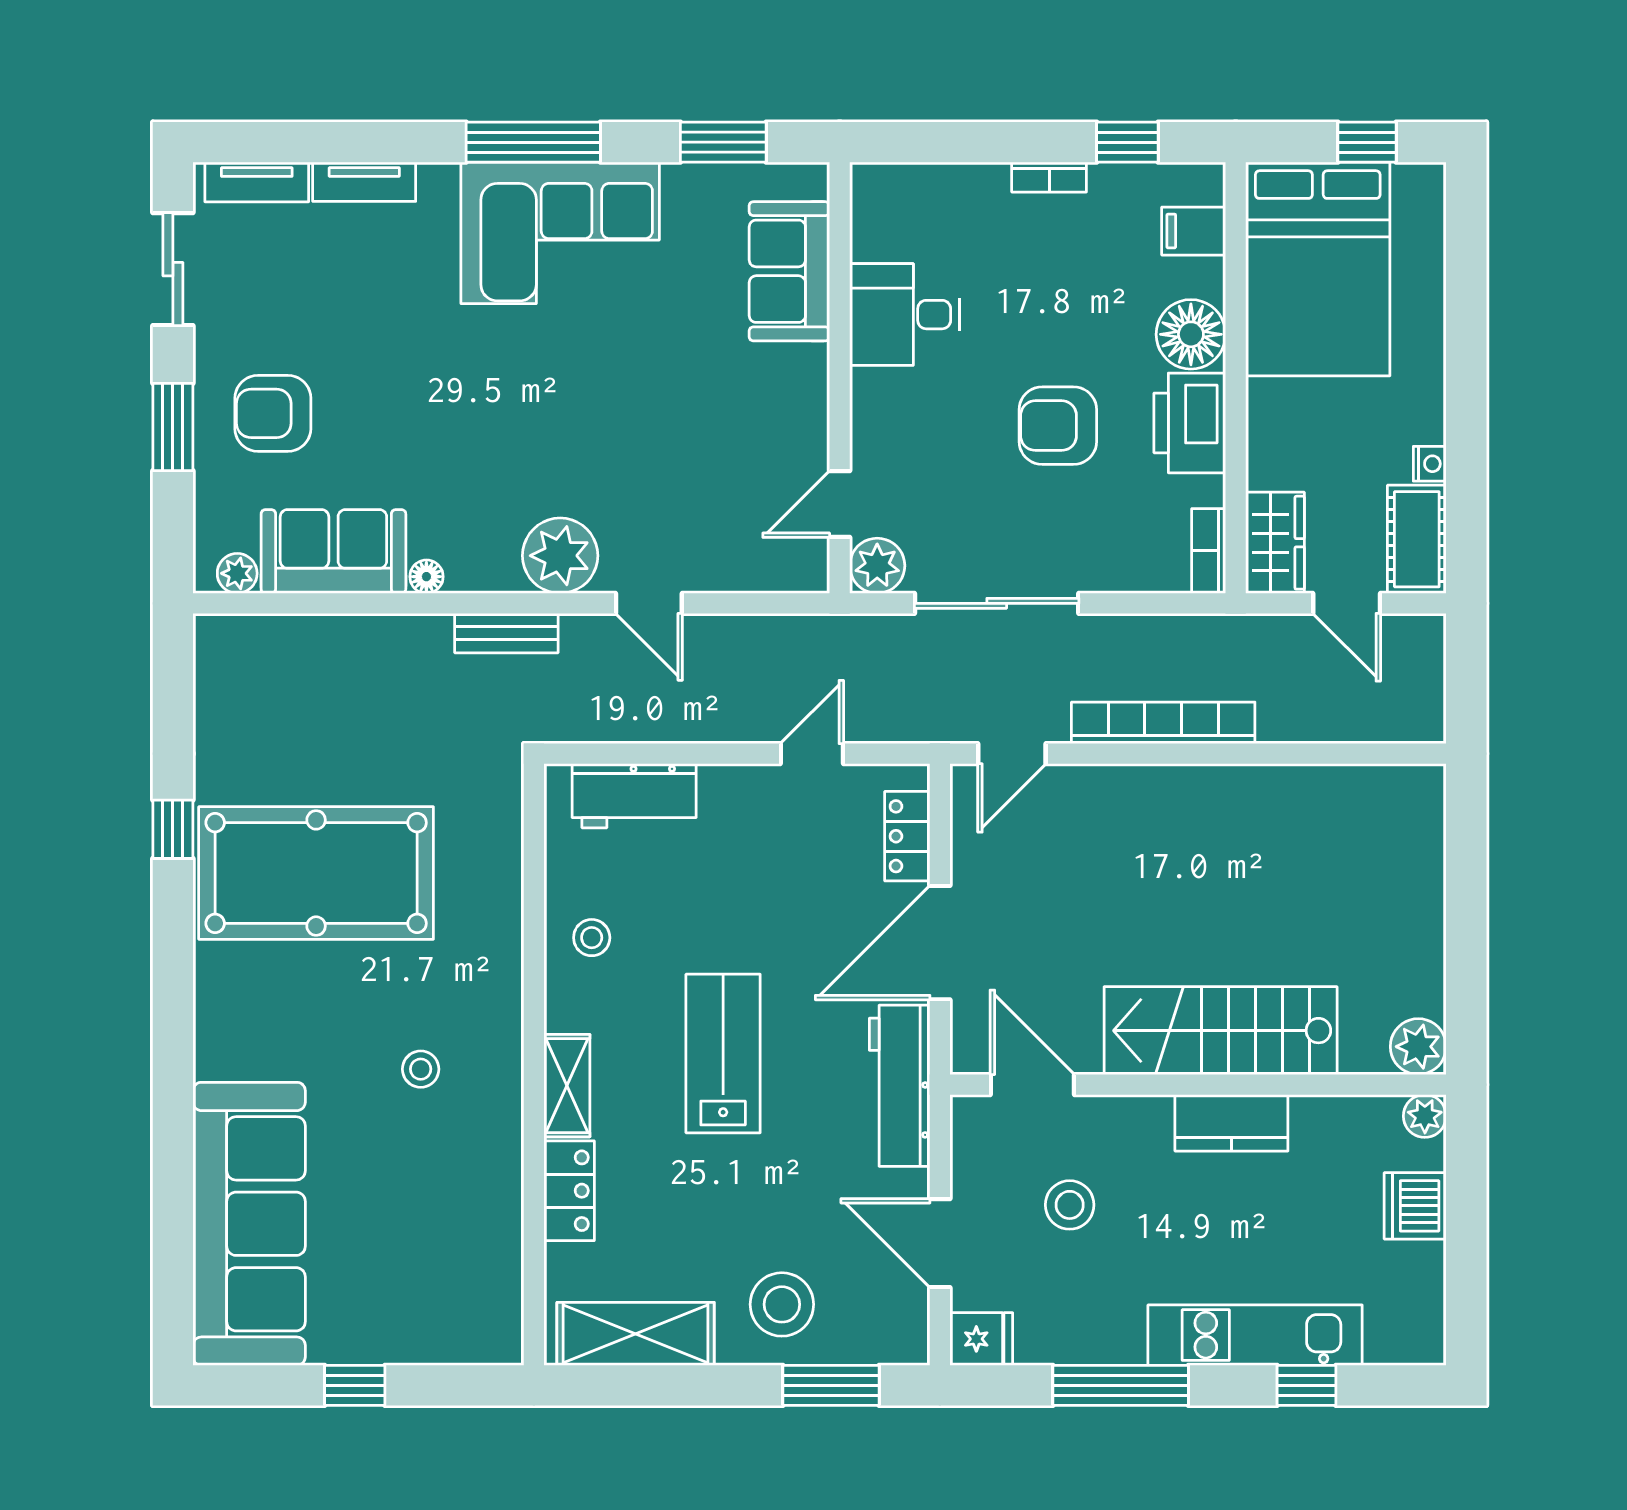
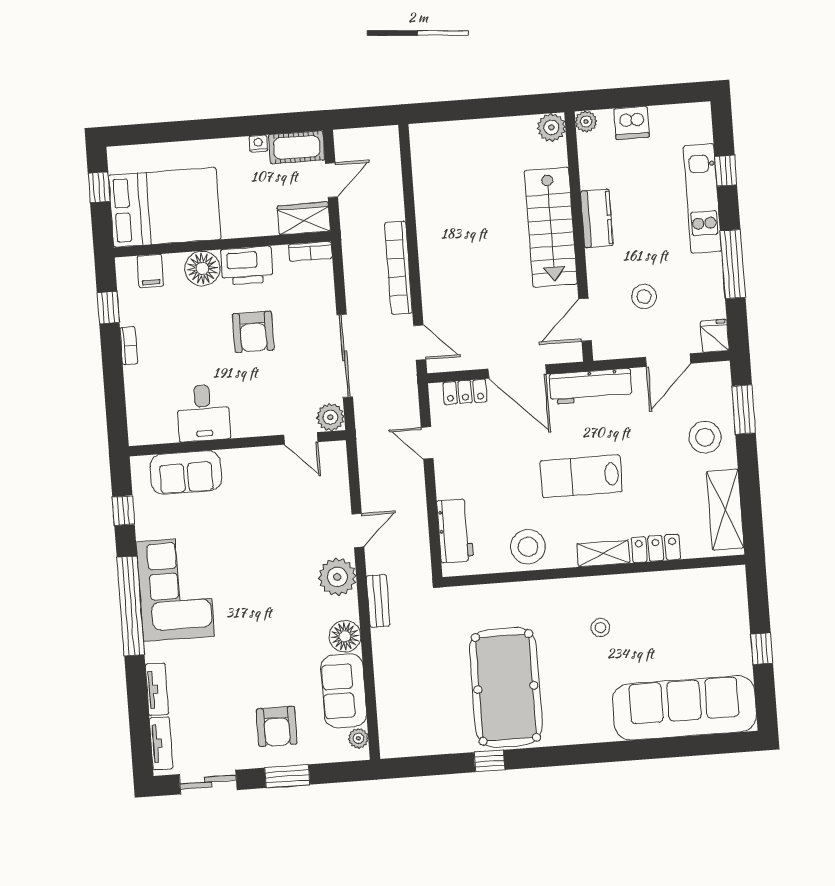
window: (533, 142) -> (131, 606), width x1.46
window: (723, 142) -> (123, 511), width x0.67
floor lamp: (426, 577) -> (345, 636), width x1.89, depth x1.89
stool: (592, 938) -> (528, 547), width x1.89, depth x1.89

